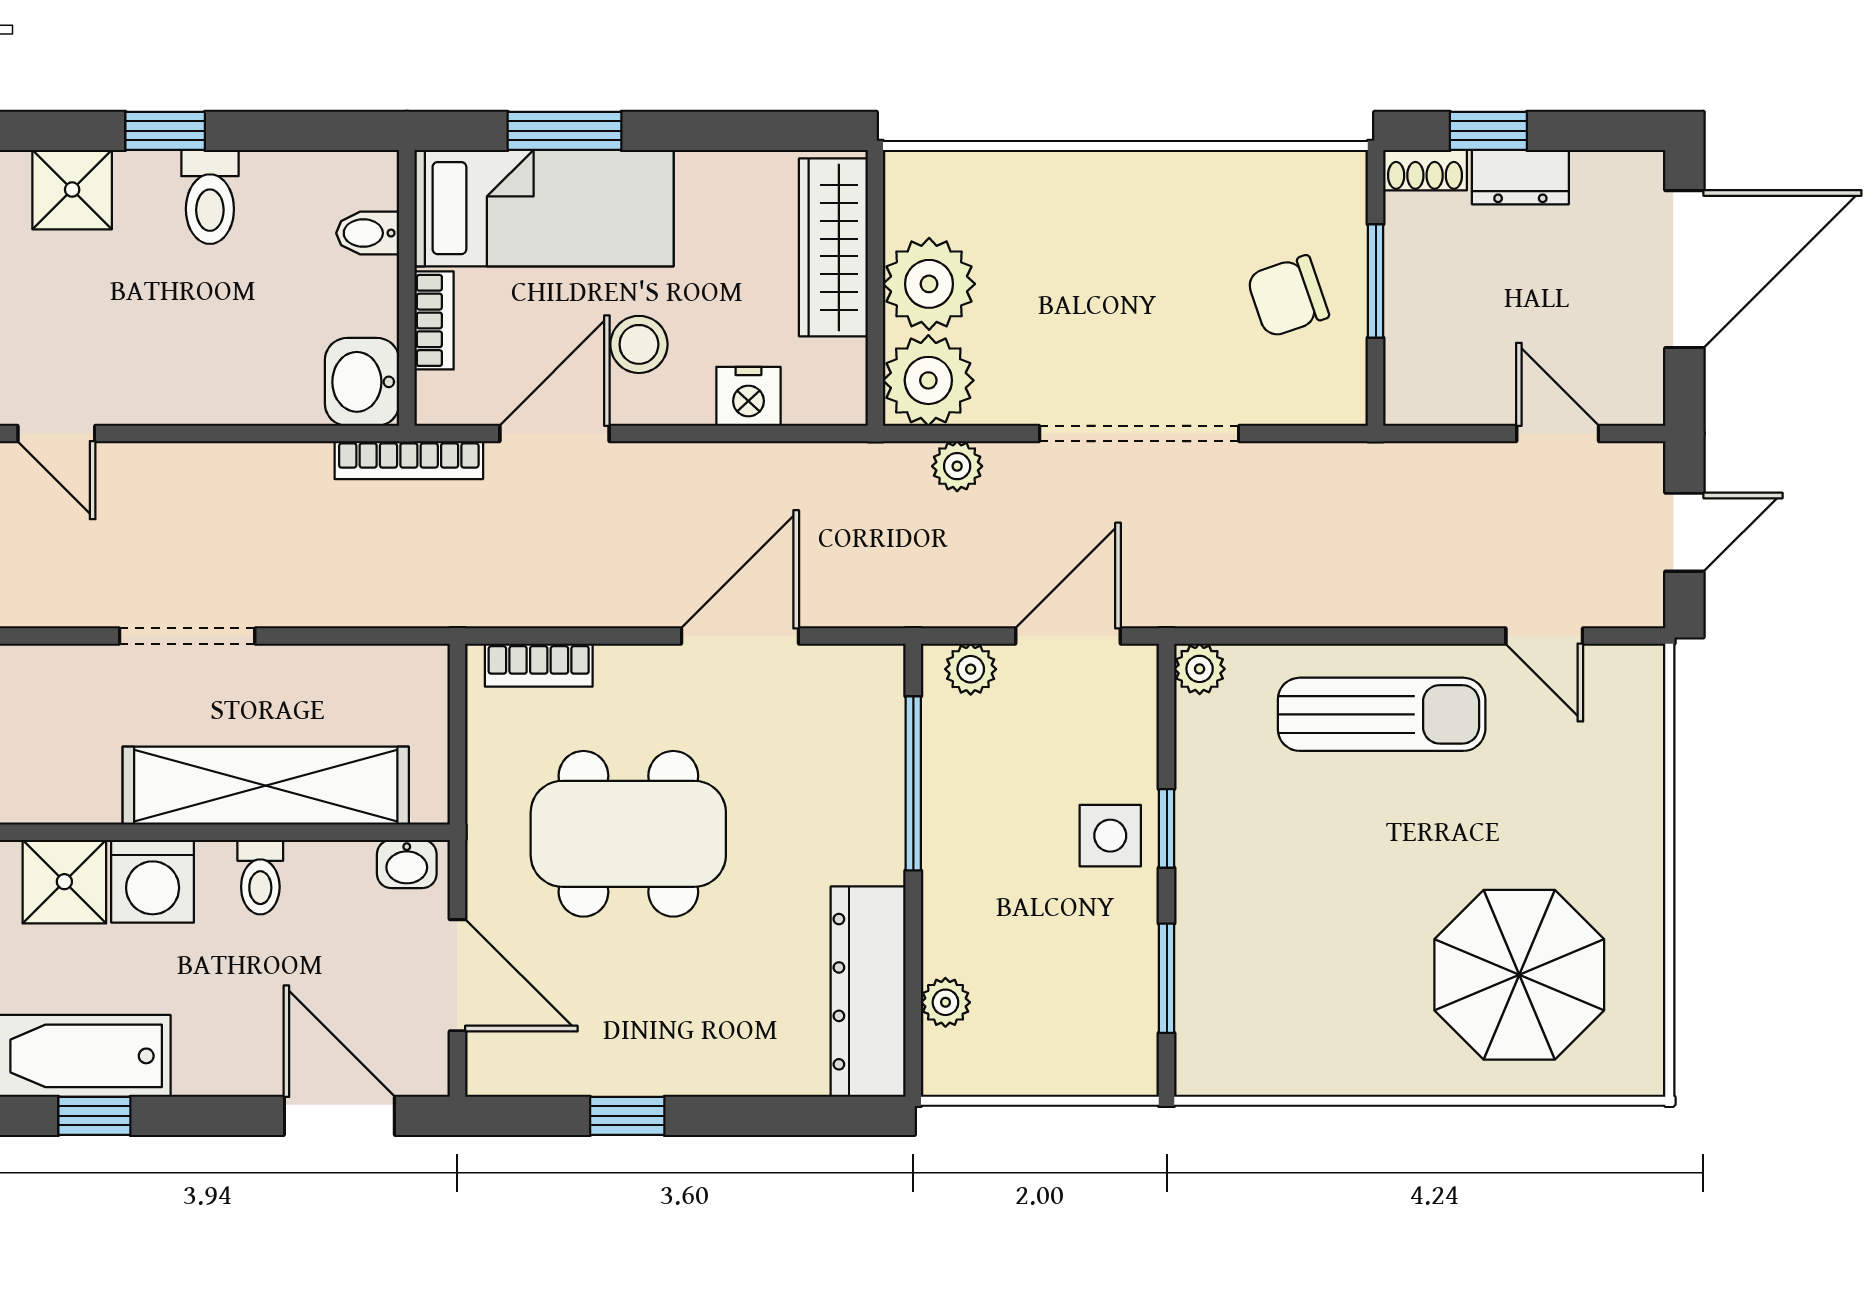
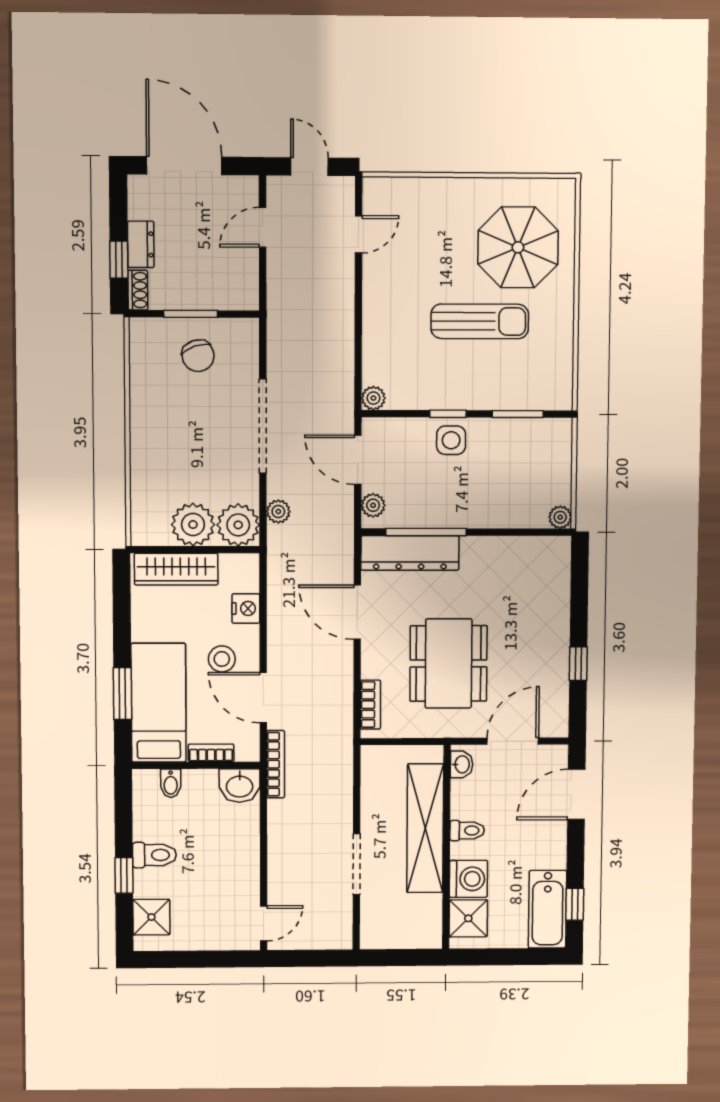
sun lounger: (1382, 714) -> (480, 321), moved, turned 90
dresser: (868, 992) -> (410, 553), moved
plant: (945, 1002) -> (560, 517), moved

